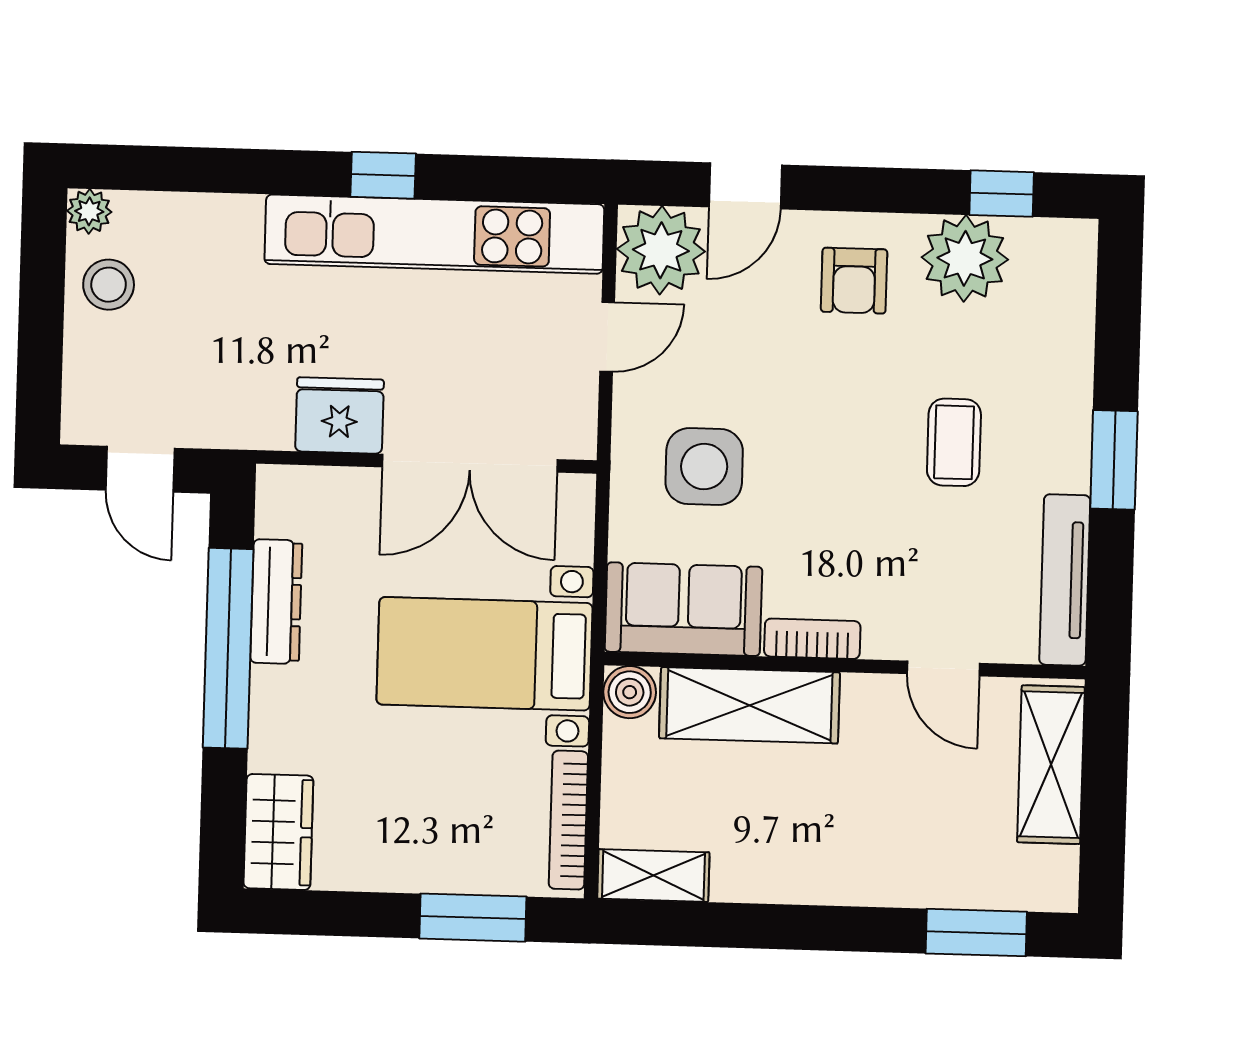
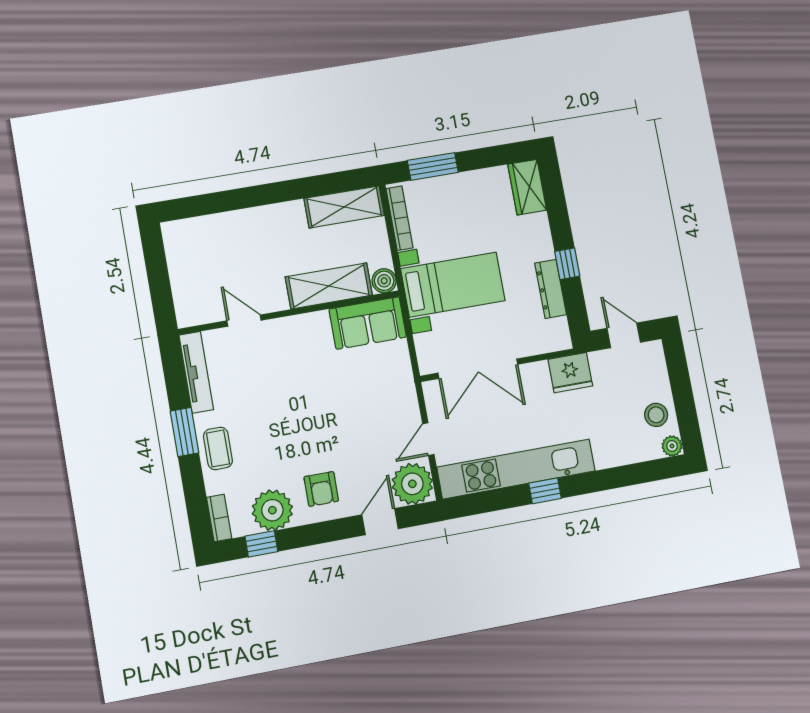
armchair: (854, 281) -> (321, 489), turned 180
fridge: (340, 415) -> (570, 373), moved
coffee table: (954, 442) -> (218, 448), moved
double door: (470, 463) -> (478, 369), swing flipped
side table: (704, 467) -> (372, 389), removed
bookcase: (812, 639) -> (219, 518), moved, turned -90
window: (228, 648) -> (567, 264), width x0.32
shelving: (1051, 765) -> (186, 287), removed
shelving: (653, 876) -> (344, 207), width x1.50, depth x1.33
window: (976, 933) -> (205, 205), removed

